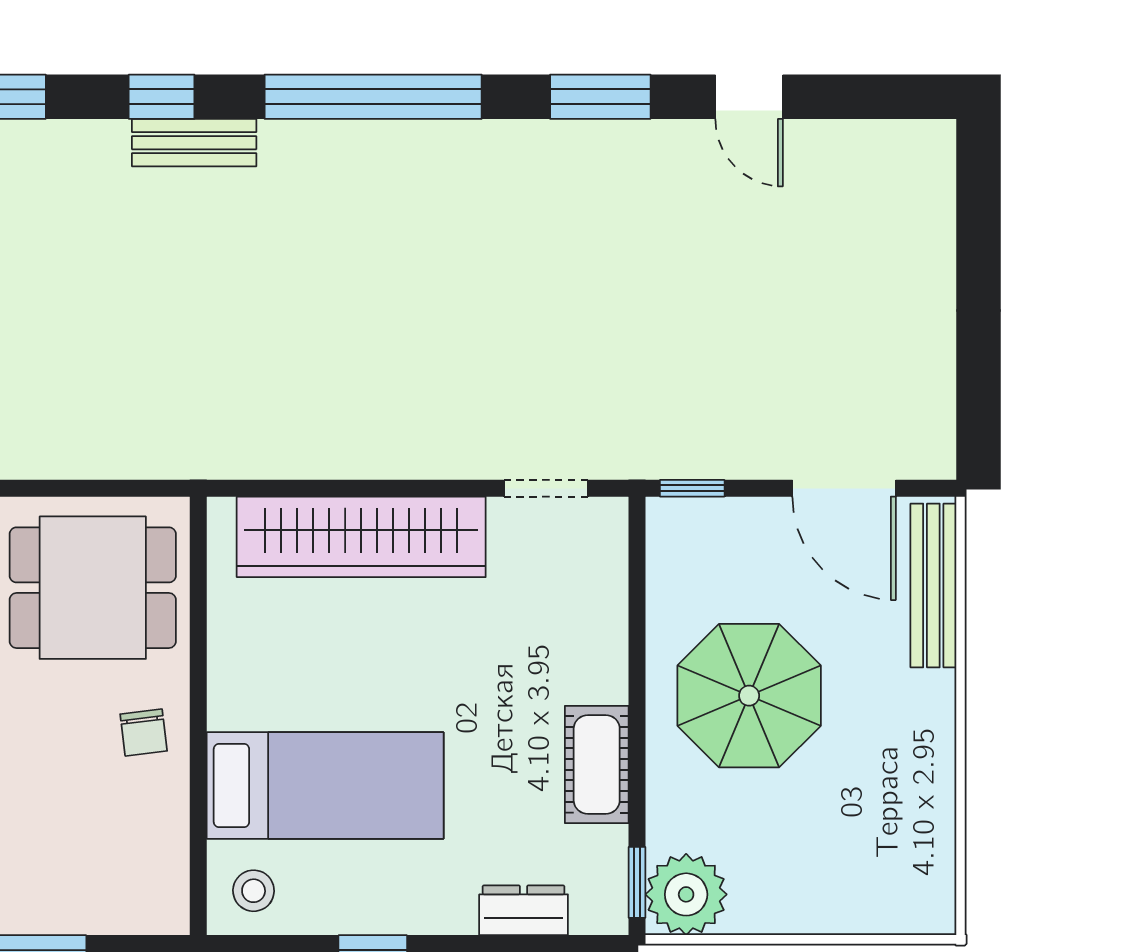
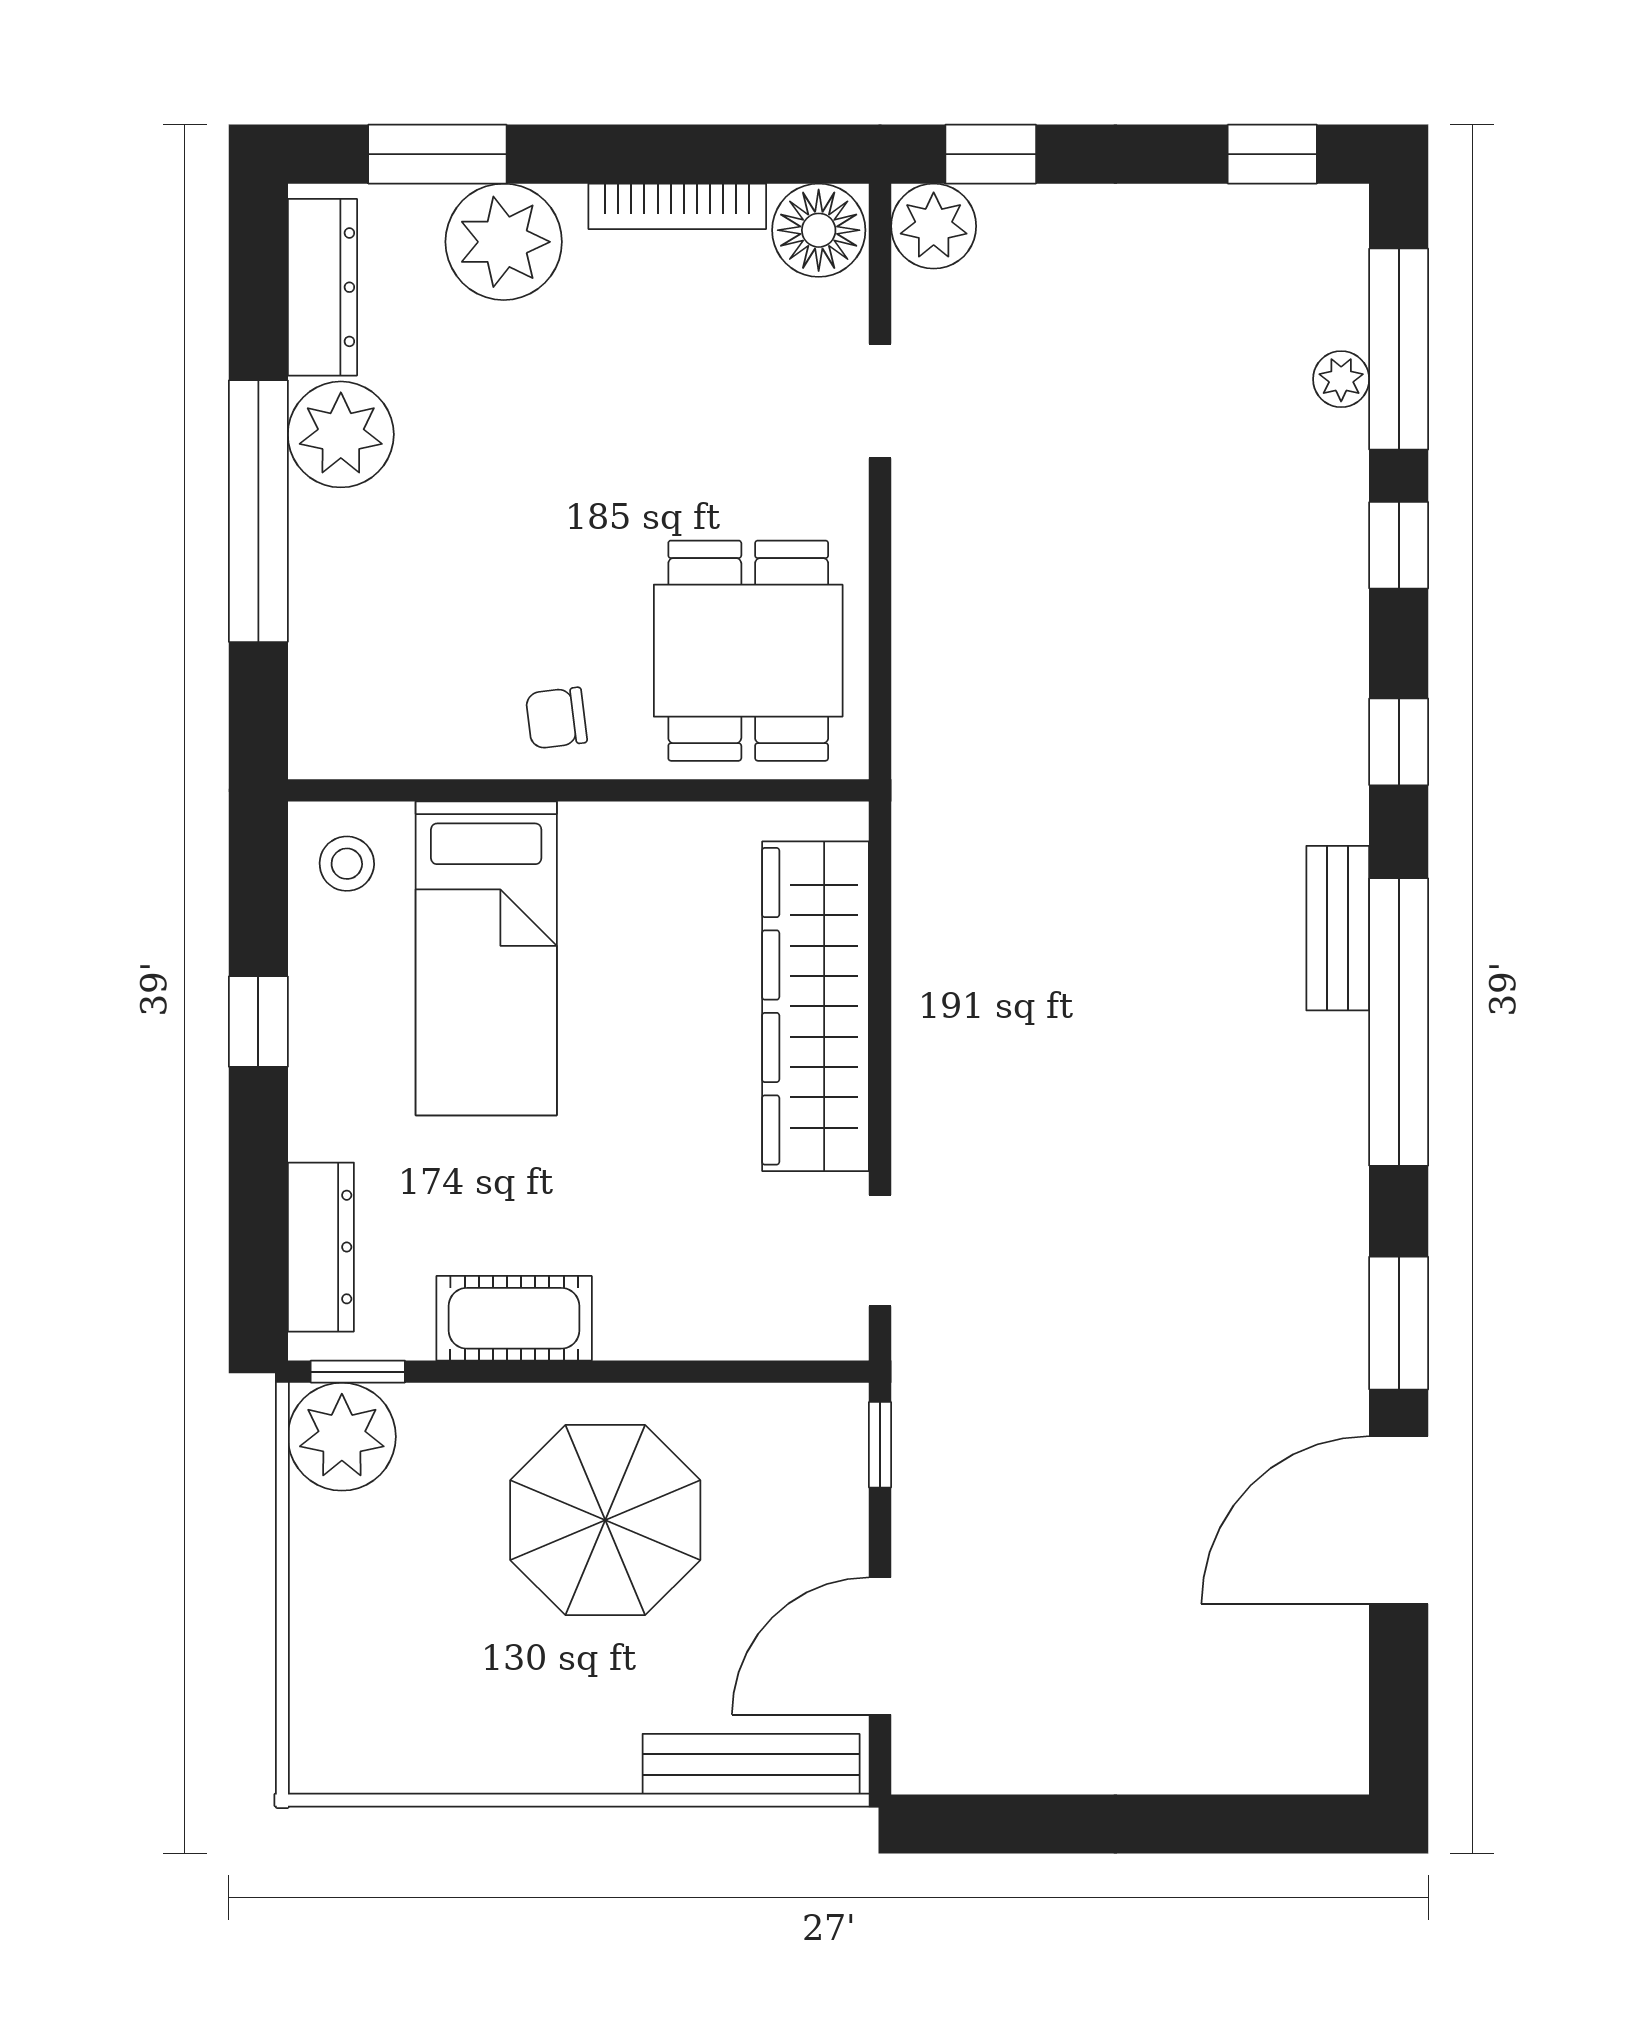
door: (749, 97) -> (1399, 1520), width x1.88
bench: (194, 143) -> (1338, 928), moved
dresser: (524, 910) -> (321, 1247), width x1.44

